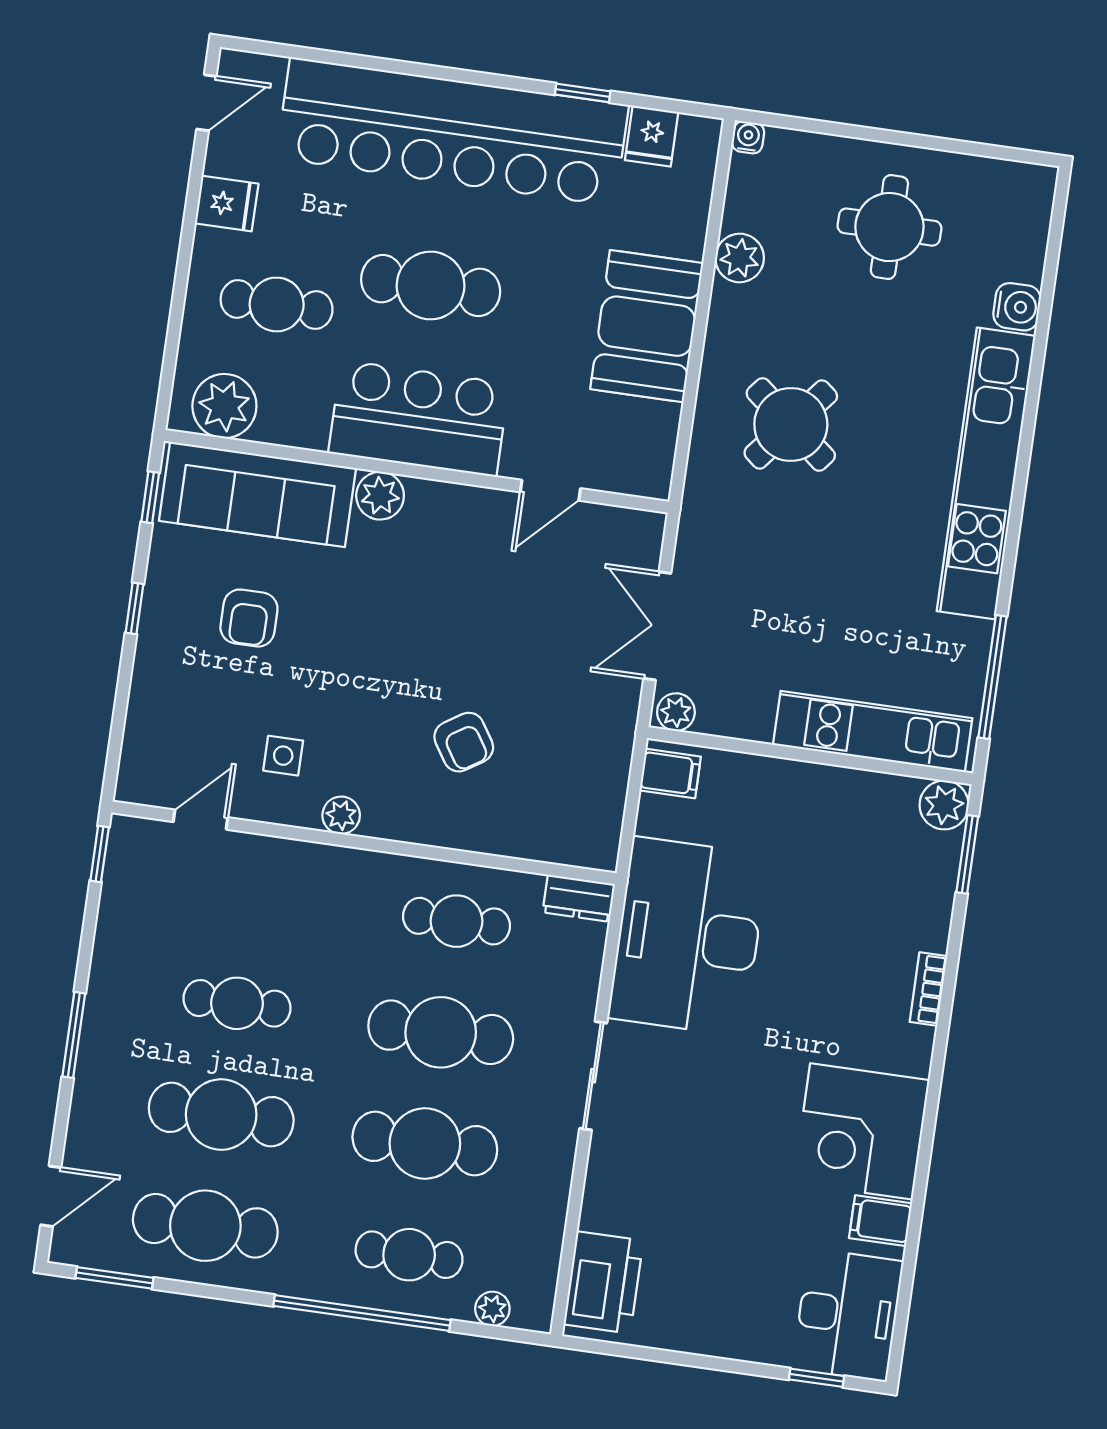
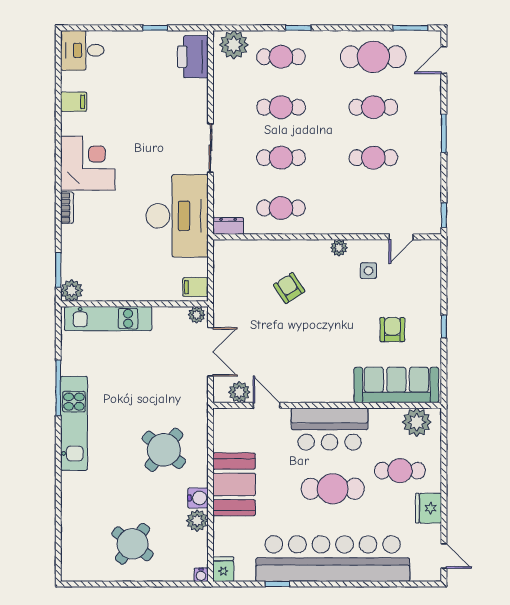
door: (206, 103) -> (444, 556), swing flipped
fridge: (652, 136) -> (223, 569), moved
fridge: (227, 204) -> (429, 508), width x1.38
round table: (889, 227) -> (133, 544), turned 37
water cooler: (1017, 307) -> (198, 498), moved, turned 180
kitchen unit: (986, 473) -> (74, 423), width x0.73
door: (550, 490) -> (267, 405), hinge flipped
plant: (380, 496) -> (239, 392), moved
window: (150, 497) -> (444, 377), removed
window: (993, 677) -> (58, 388), moved
cafe table: (441, 1032) -> (281, 158), width x0.73, depth x0.74
cafe table: (221, 1115) -> (373, 107), width x0.73, depth x0.74
corner desk: (861, 1131) -> (88, 163), moved
cafe table: (425, 1143) -> (281, 107), width x0.73, depth x0.74
plant: (492, 1309) -> (234, 45), width x1.88, depth x1.88
window: (362, 1313) -> (298, 28), width x0.32
desk: (848, 1315) -> (82, 50), width x0.73
window: (817, 1378) -> (155, 28), moved

